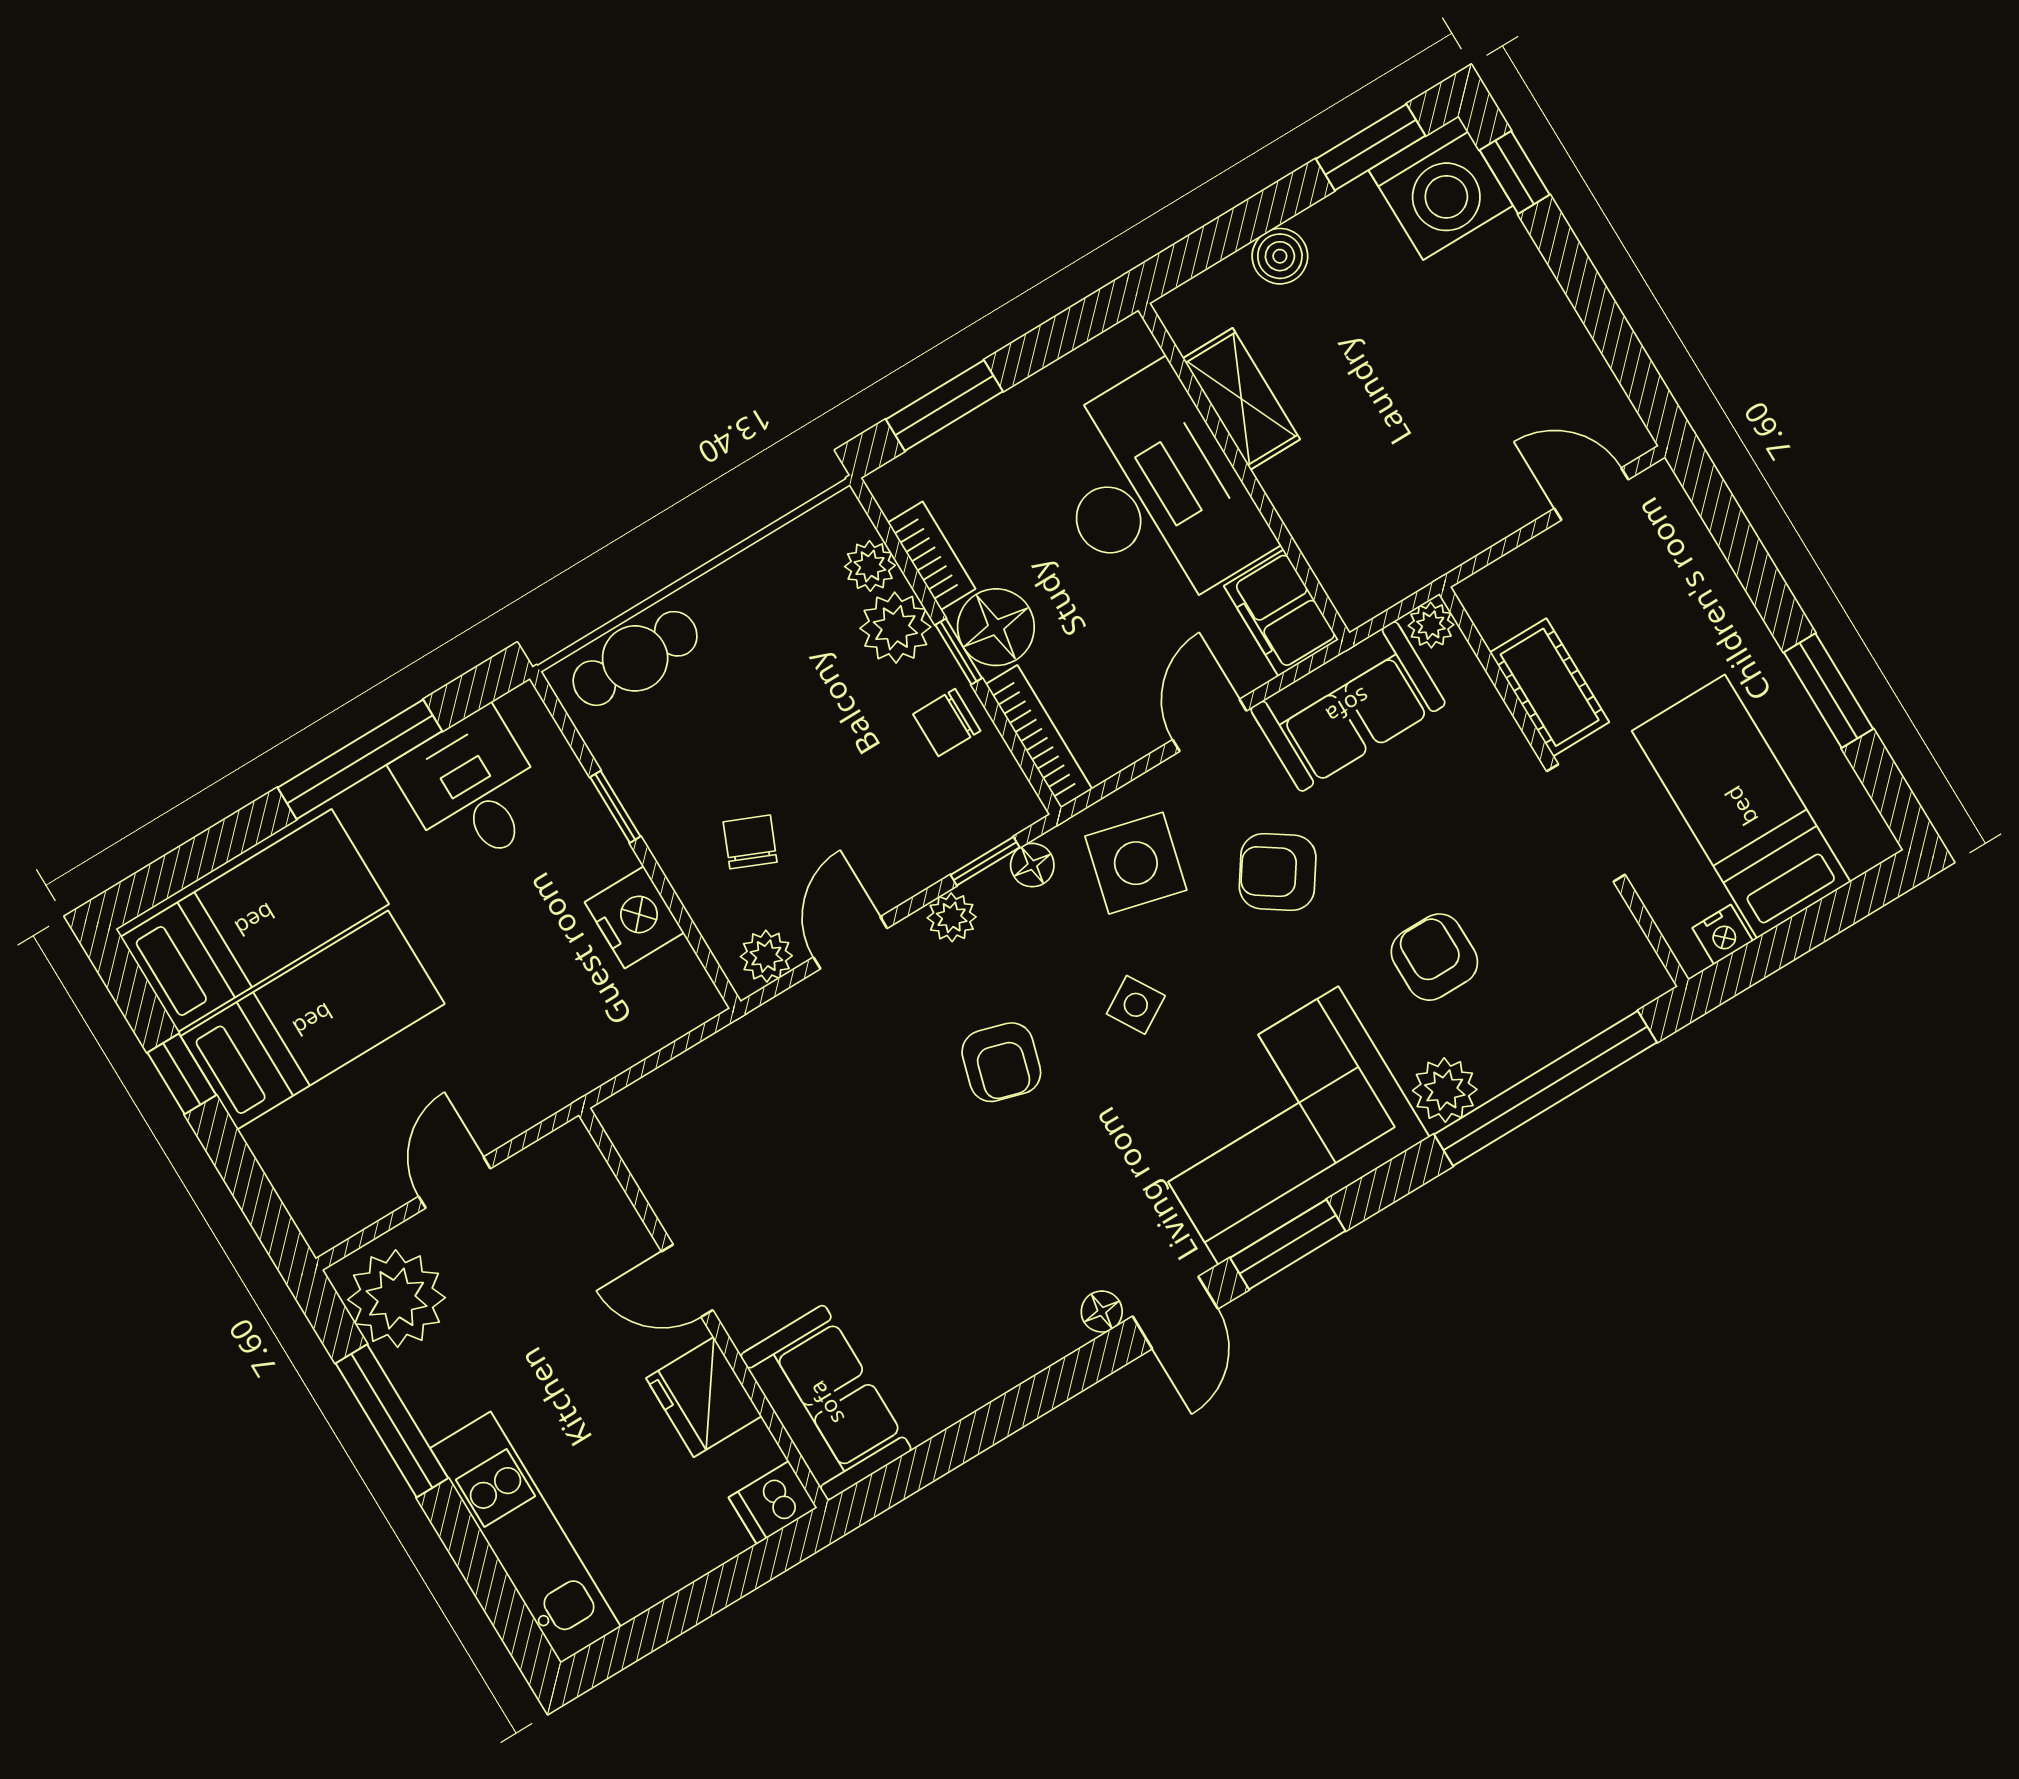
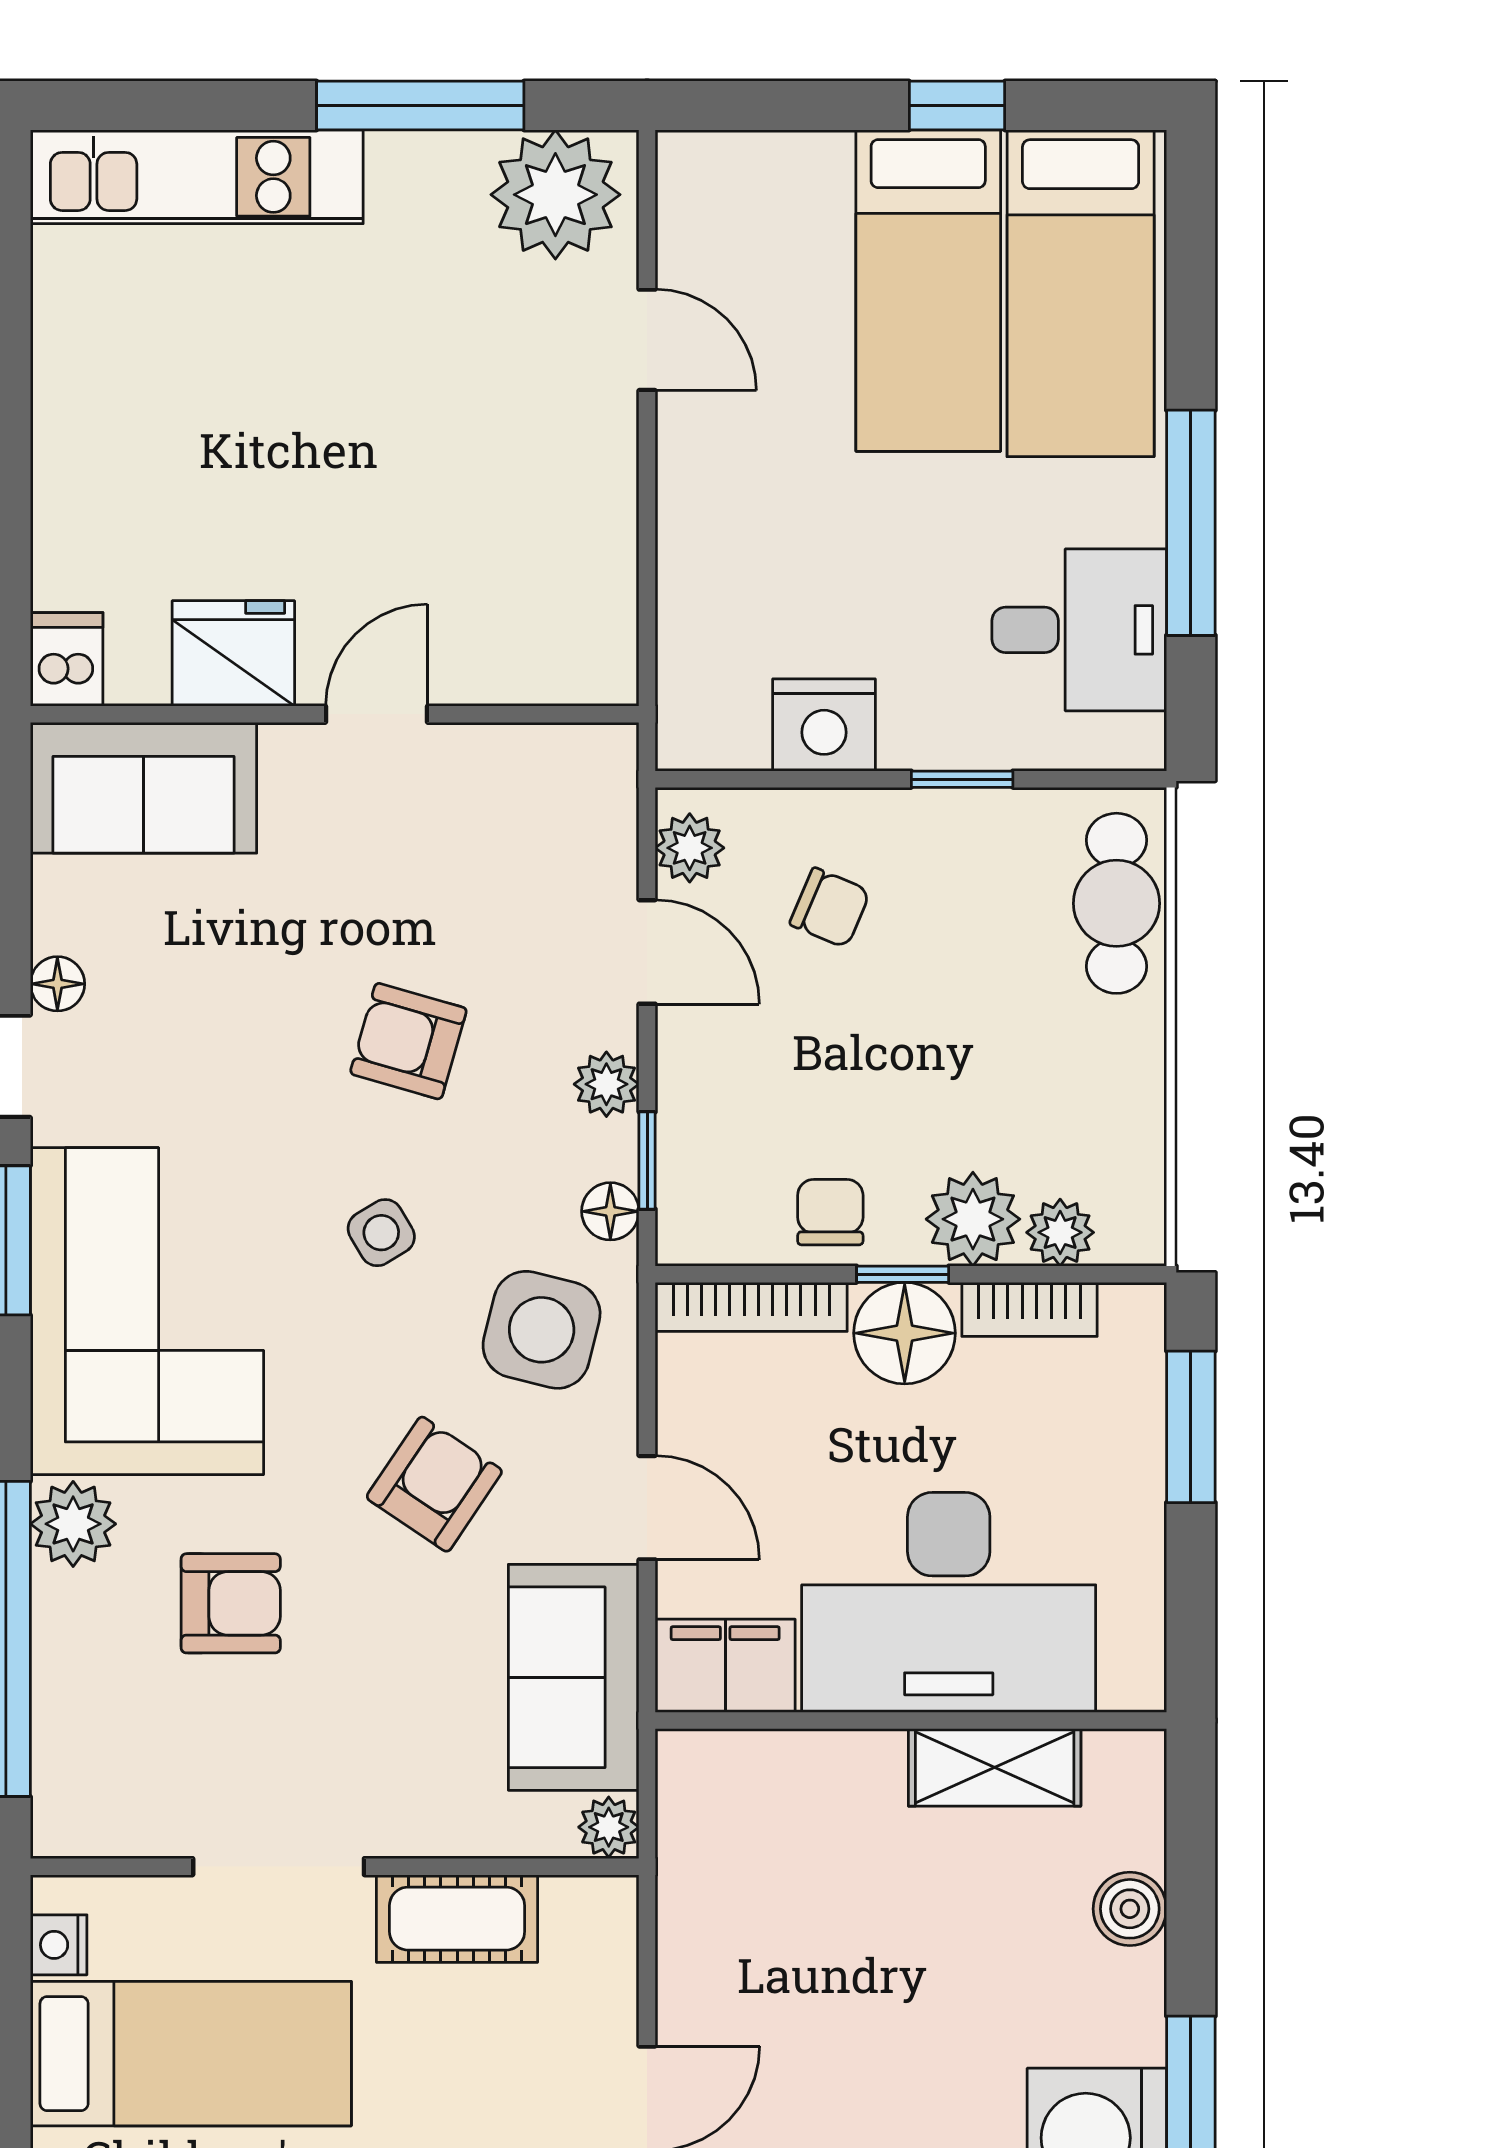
door: (687, 1281) -> (376, 714), moved
wall: (704, 1308) -> (335, 714), moved
fridge: (704, 1397) -> (233, 653), moved
sofa: (826, 1403) -> (143, 788), moved
dishwasher: (773, 1503) -> (67, 659), moved

